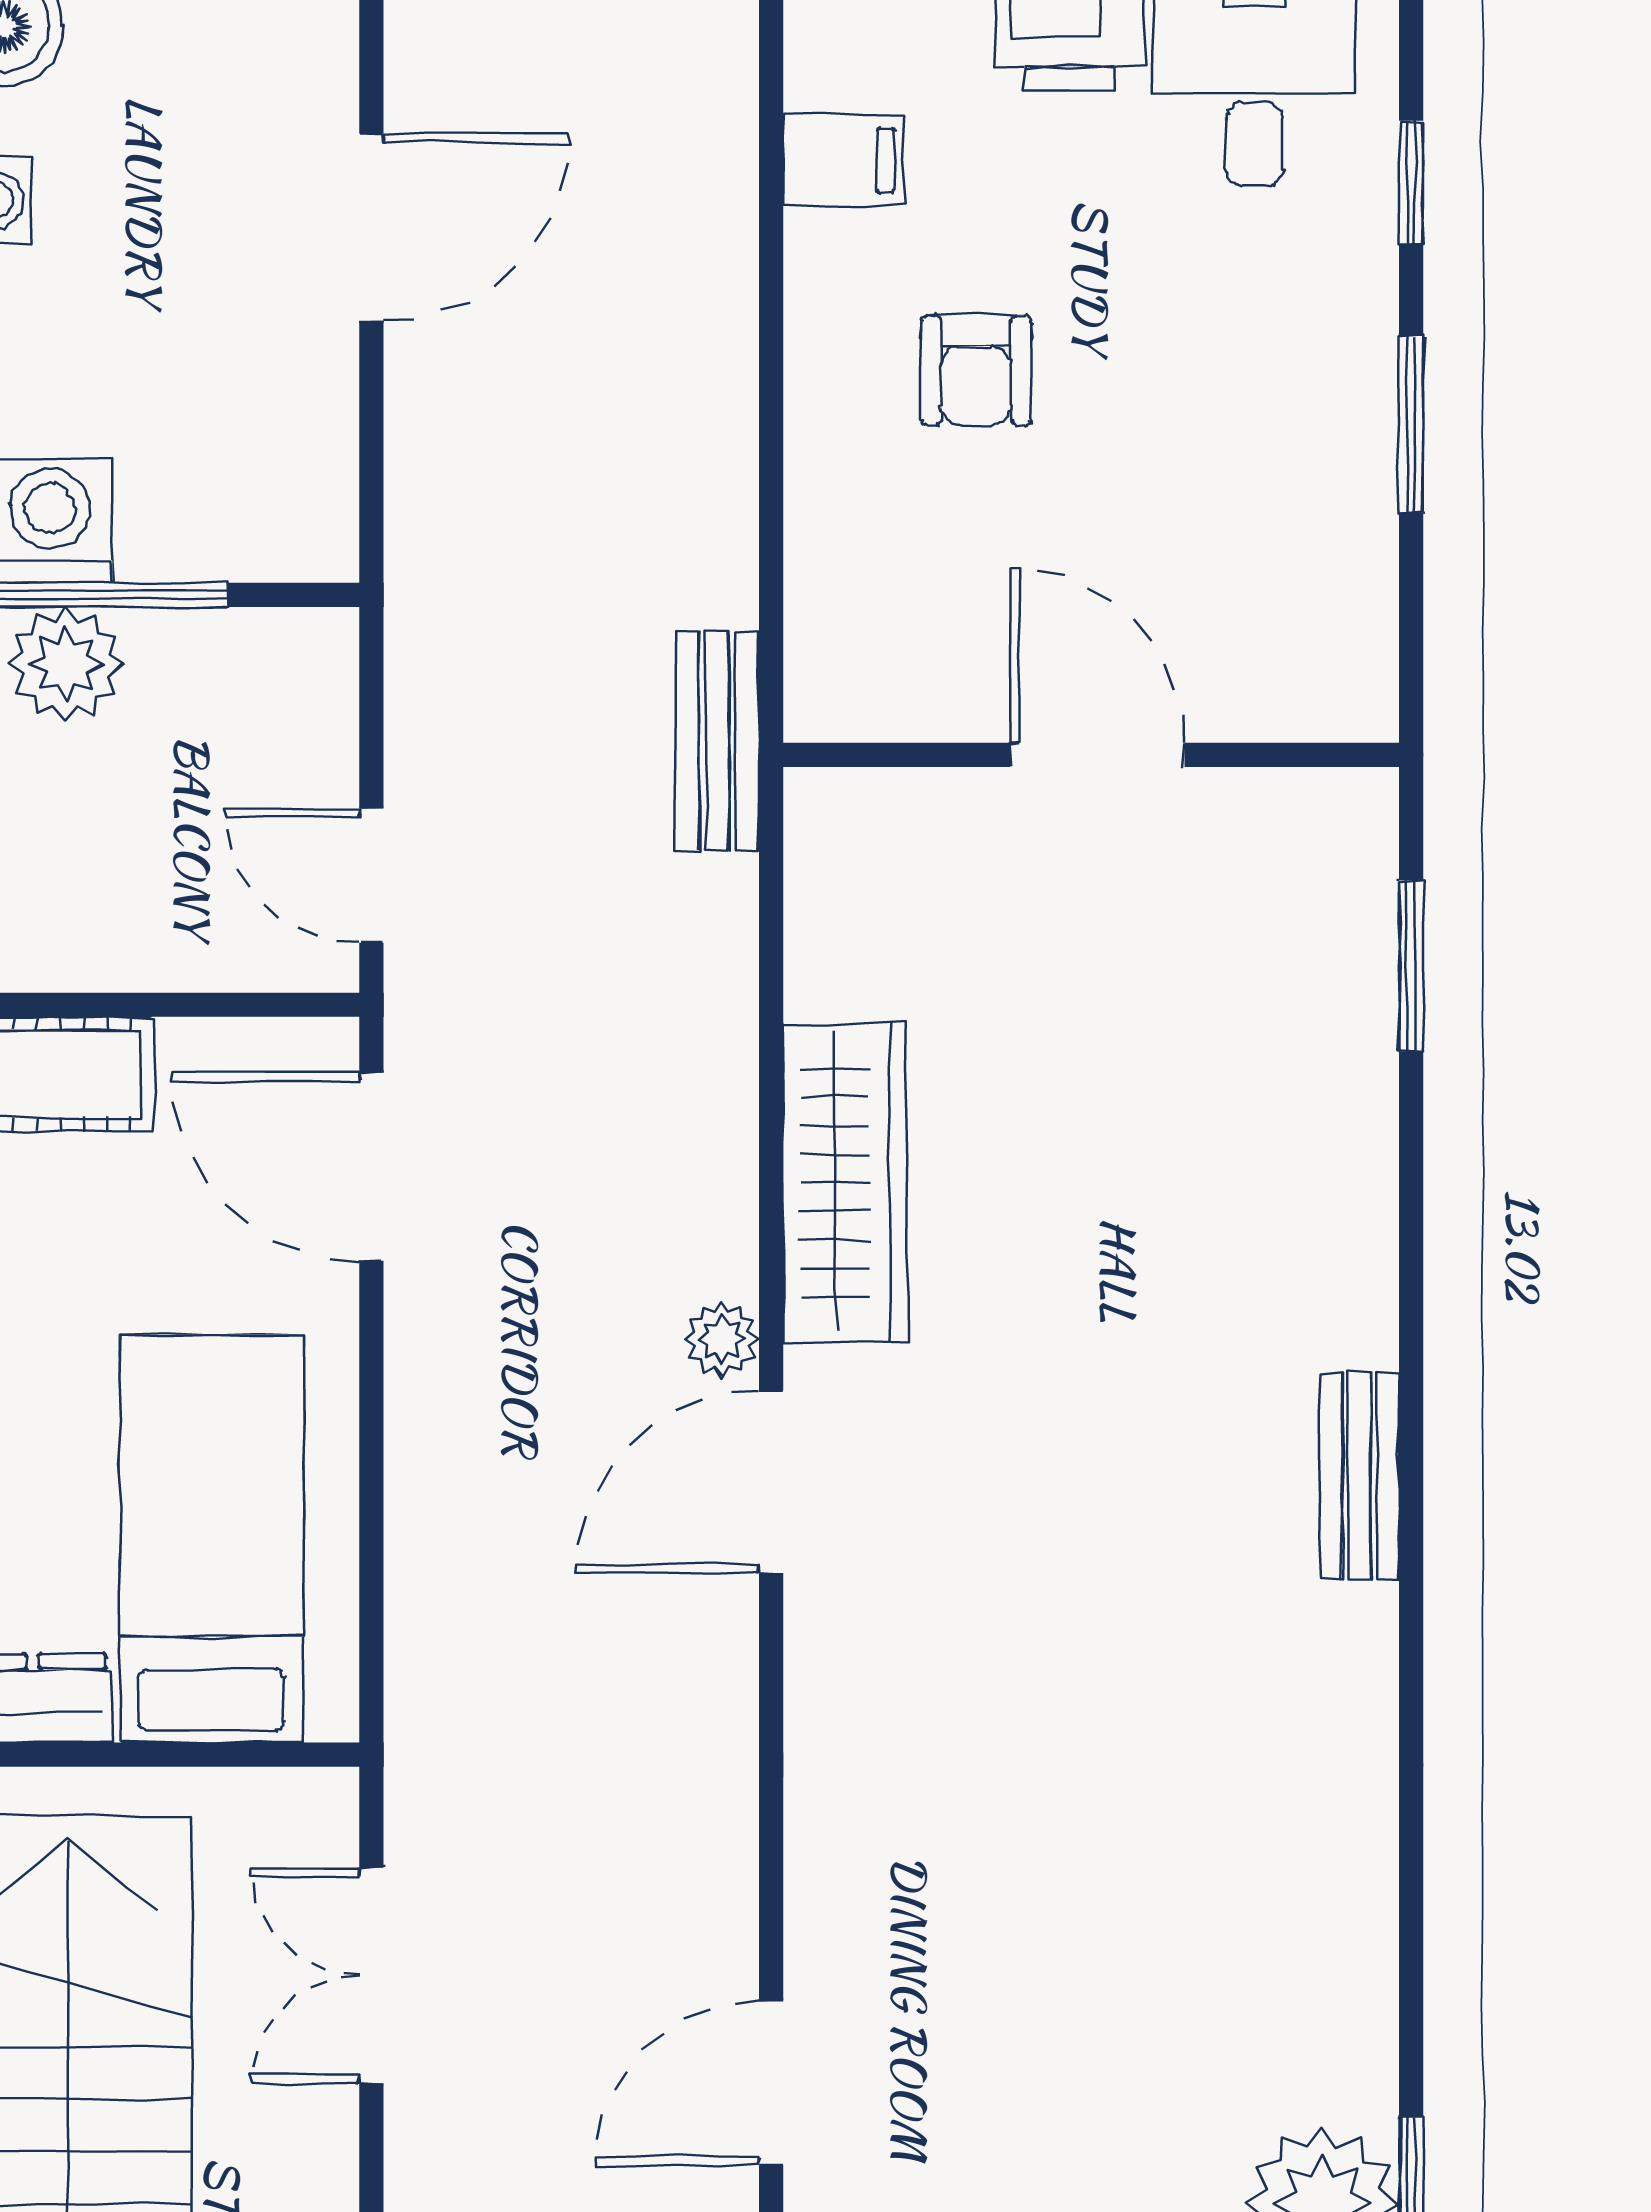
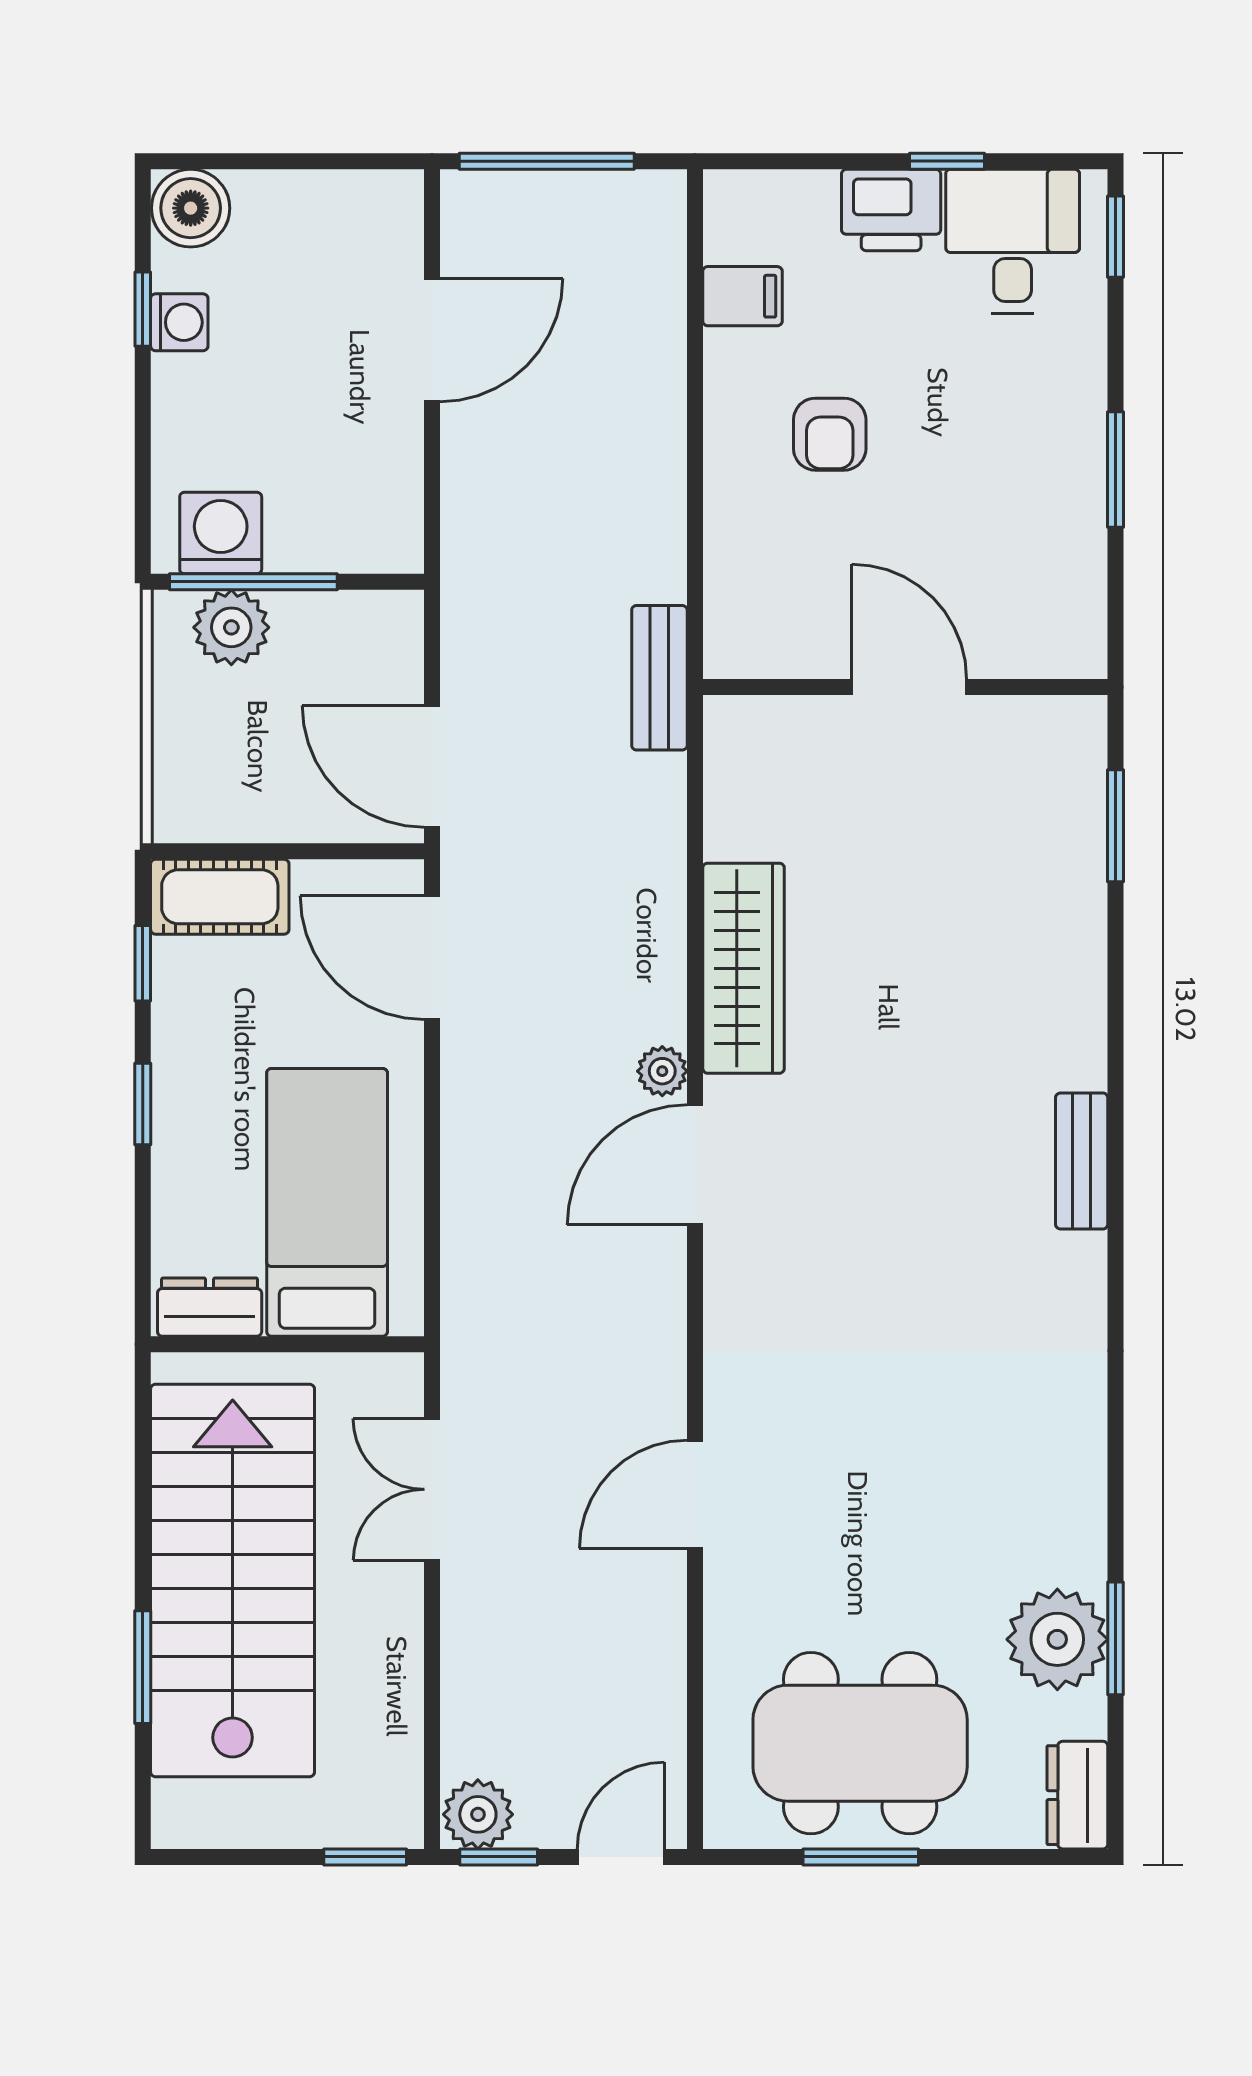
window: (1411, 183) -> (1116, 237), moved
door: (371, 876) -> (432, 766), width x1.38
door: (771, 2083) -> (695, 1494), moved

